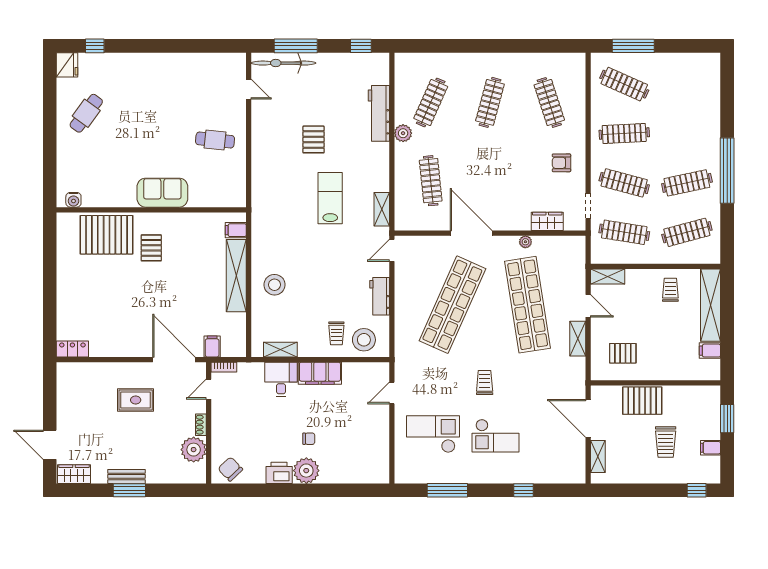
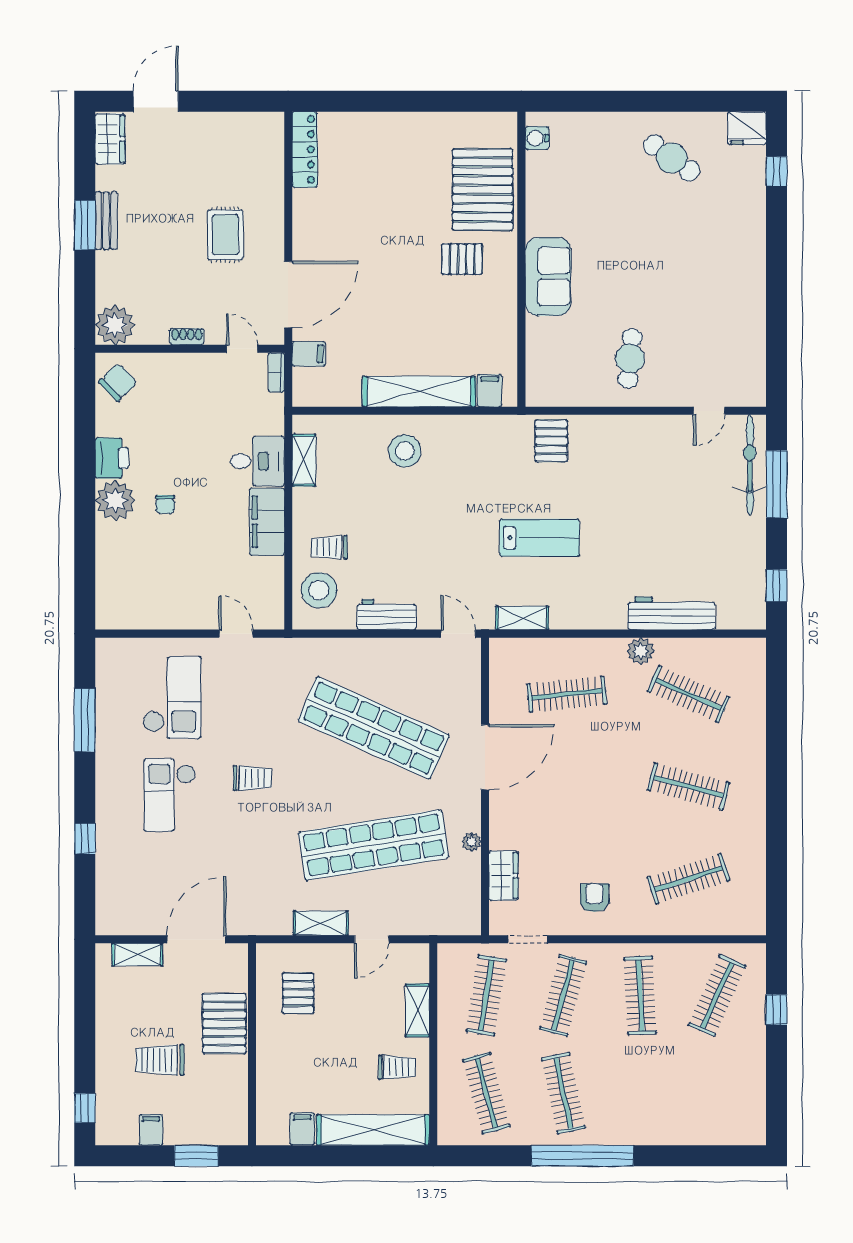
window: (633, 46) -> (777, 1010), width x0.46
pallet: (314, 139) -> (551, 441), moved, turned 90
shelving: (608, 277) -> (417, 1010), moved
locker: (72, 349) -> (305, 149), width x1.53
plant: (194, 450) -> (115, 325), moved

